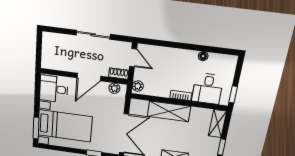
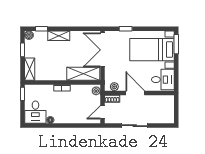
door: (133, 58) -> (102, 112), hinge flipped
door: (89, 77) -> (135, 93), hinge flipped
desk: (208, 89) -> (35, 112), moved, turned 180
shelving: (169, 111) -> (83, 74), moved

